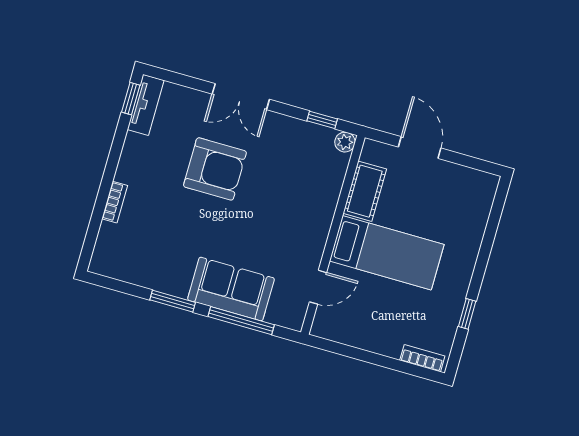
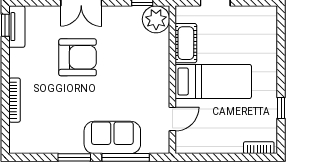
plant: (345, 142) -> (156, 19), width x1.87, depth x1.87
bookcase: (115, 202) -> (15, 100), width x1.56

